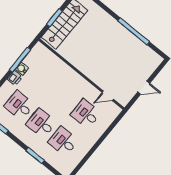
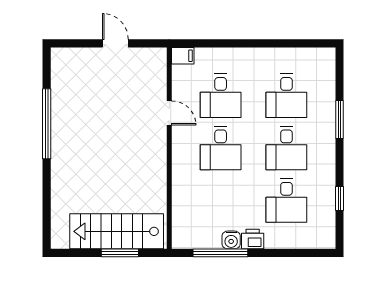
desk: (64, 96) -> (221, 148), added
door: (108, 96) -> (169, 113), moved
filing cabinet: (115, 112) -> (183, 56), added

